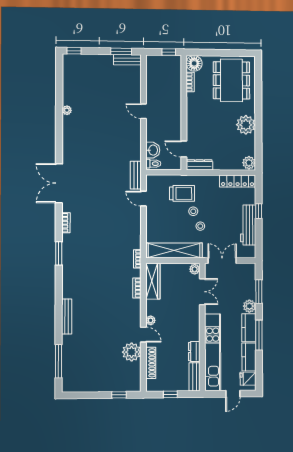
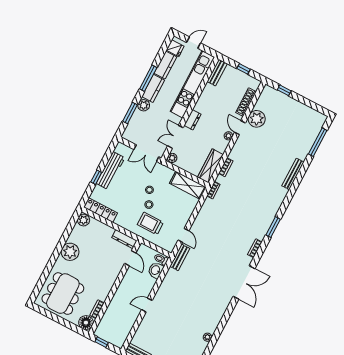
door: (143, 111) -> (147, 305), swing flipped
shelving: (174, 250) -> (188, 185), width x0.68
dresser: (194, 352) -> (193, 120), moved

